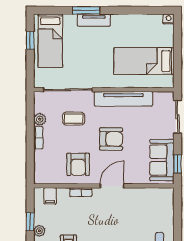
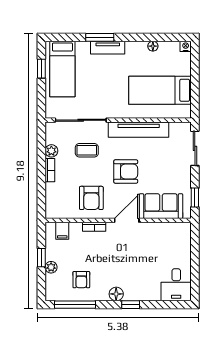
floor lamp: (137, 19) -> (153, 46), added
sofa: (162, 160) -> (161, 206), moved, turned 90

